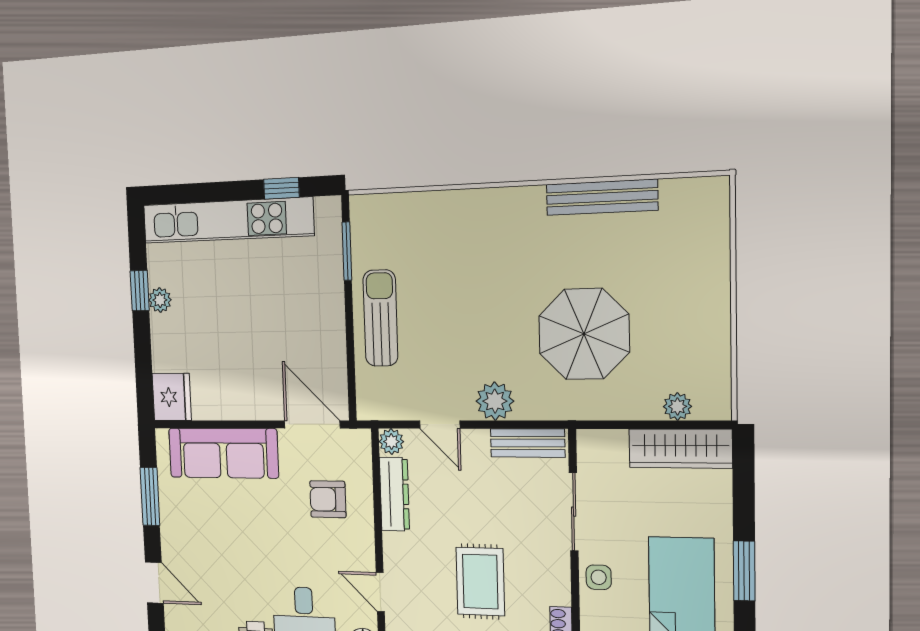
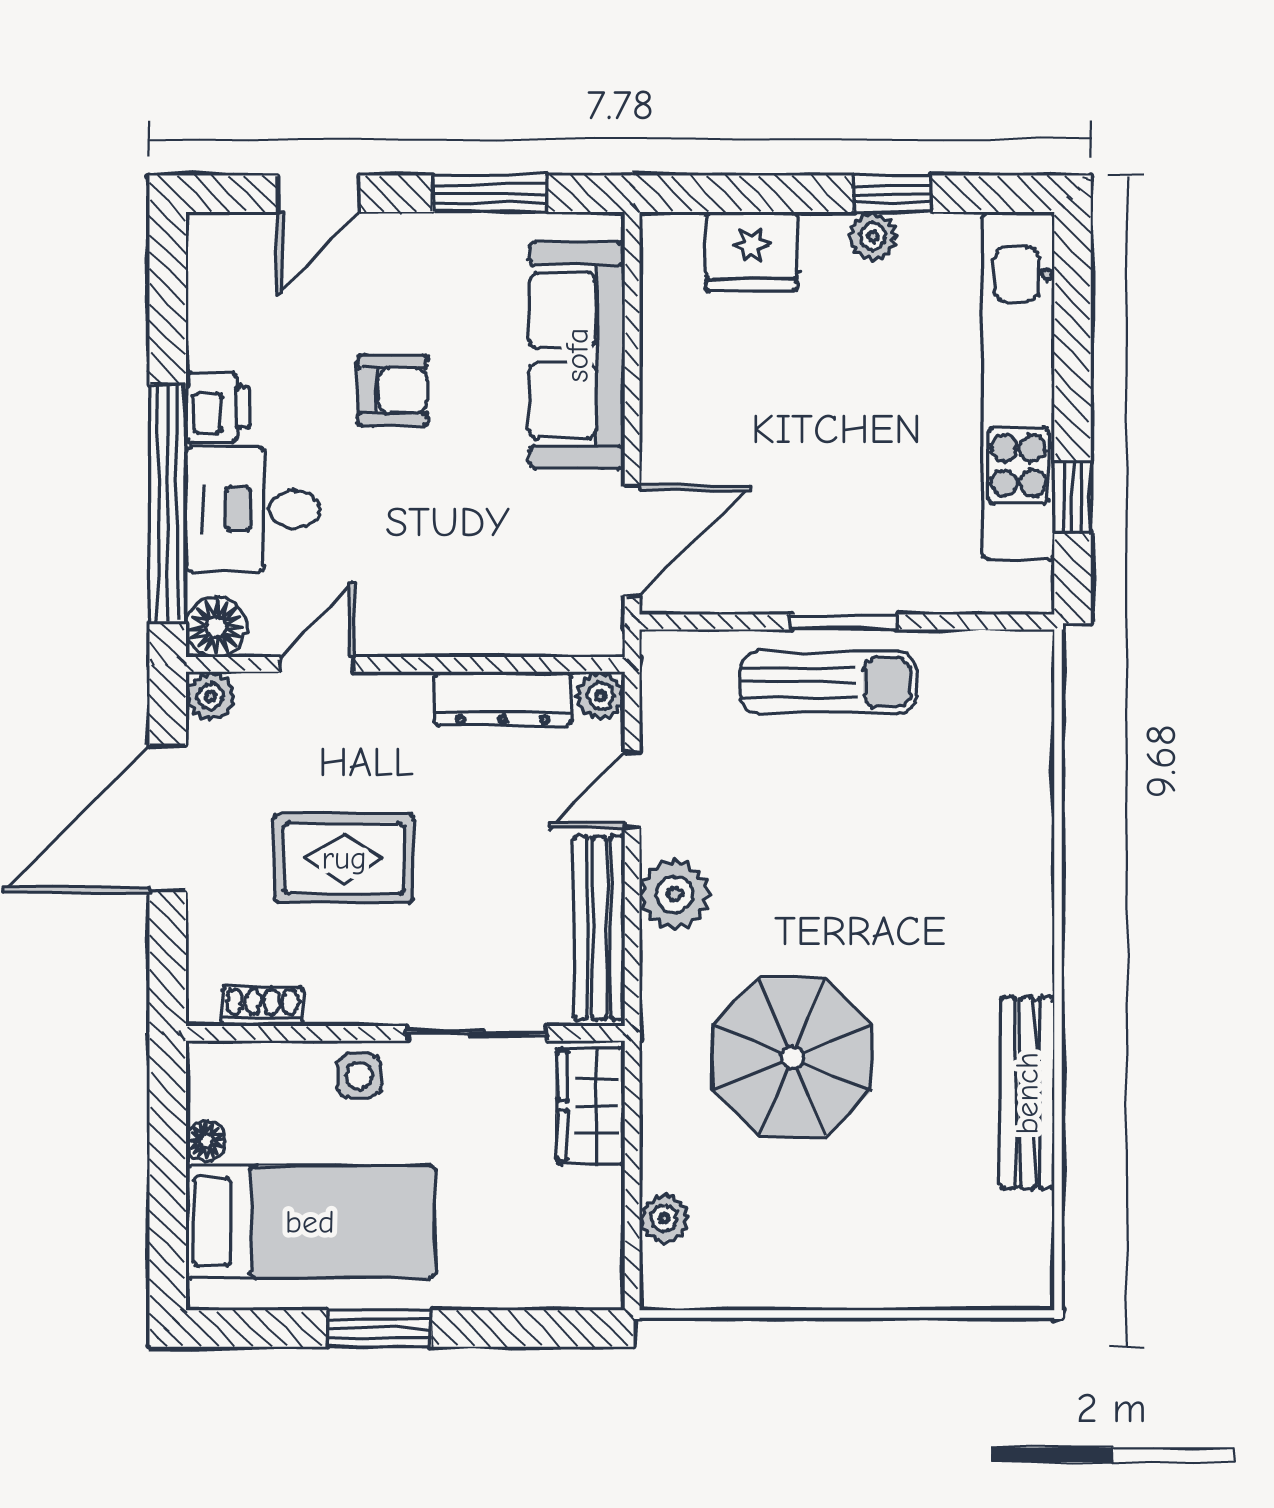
window: (347, 251) -> (844, 622), moved
fridge: (172, 397) -> (751, 252), moved
bench: (528, 443) -> (599, 928), width x1.36
wardrobe: (680, 449) -> (591, 1106), moved, width x0.67
armchair: (328, 499) -> (393, 390), moved, turned 90

